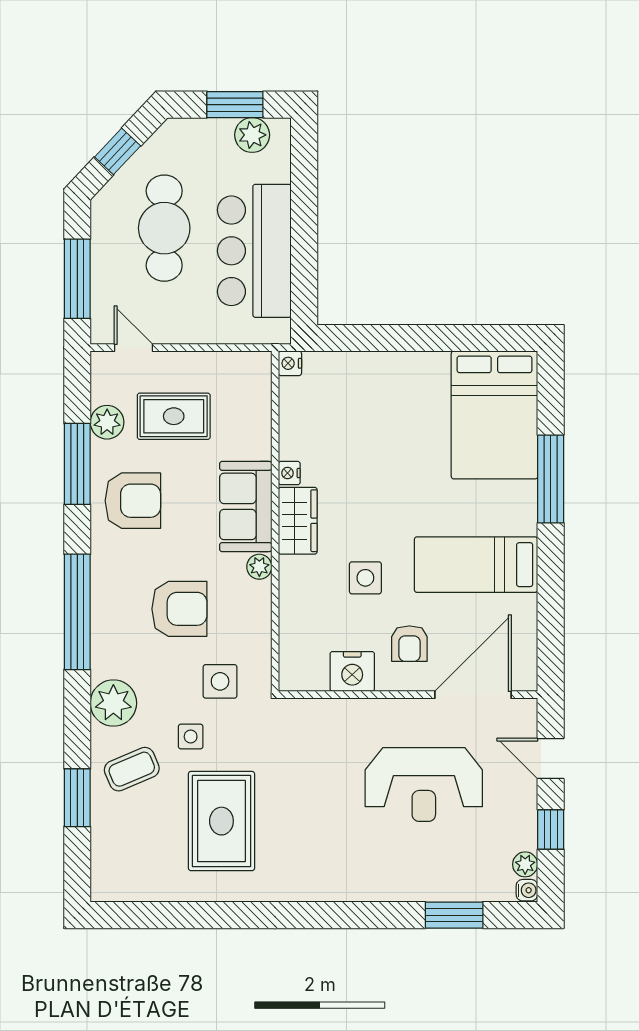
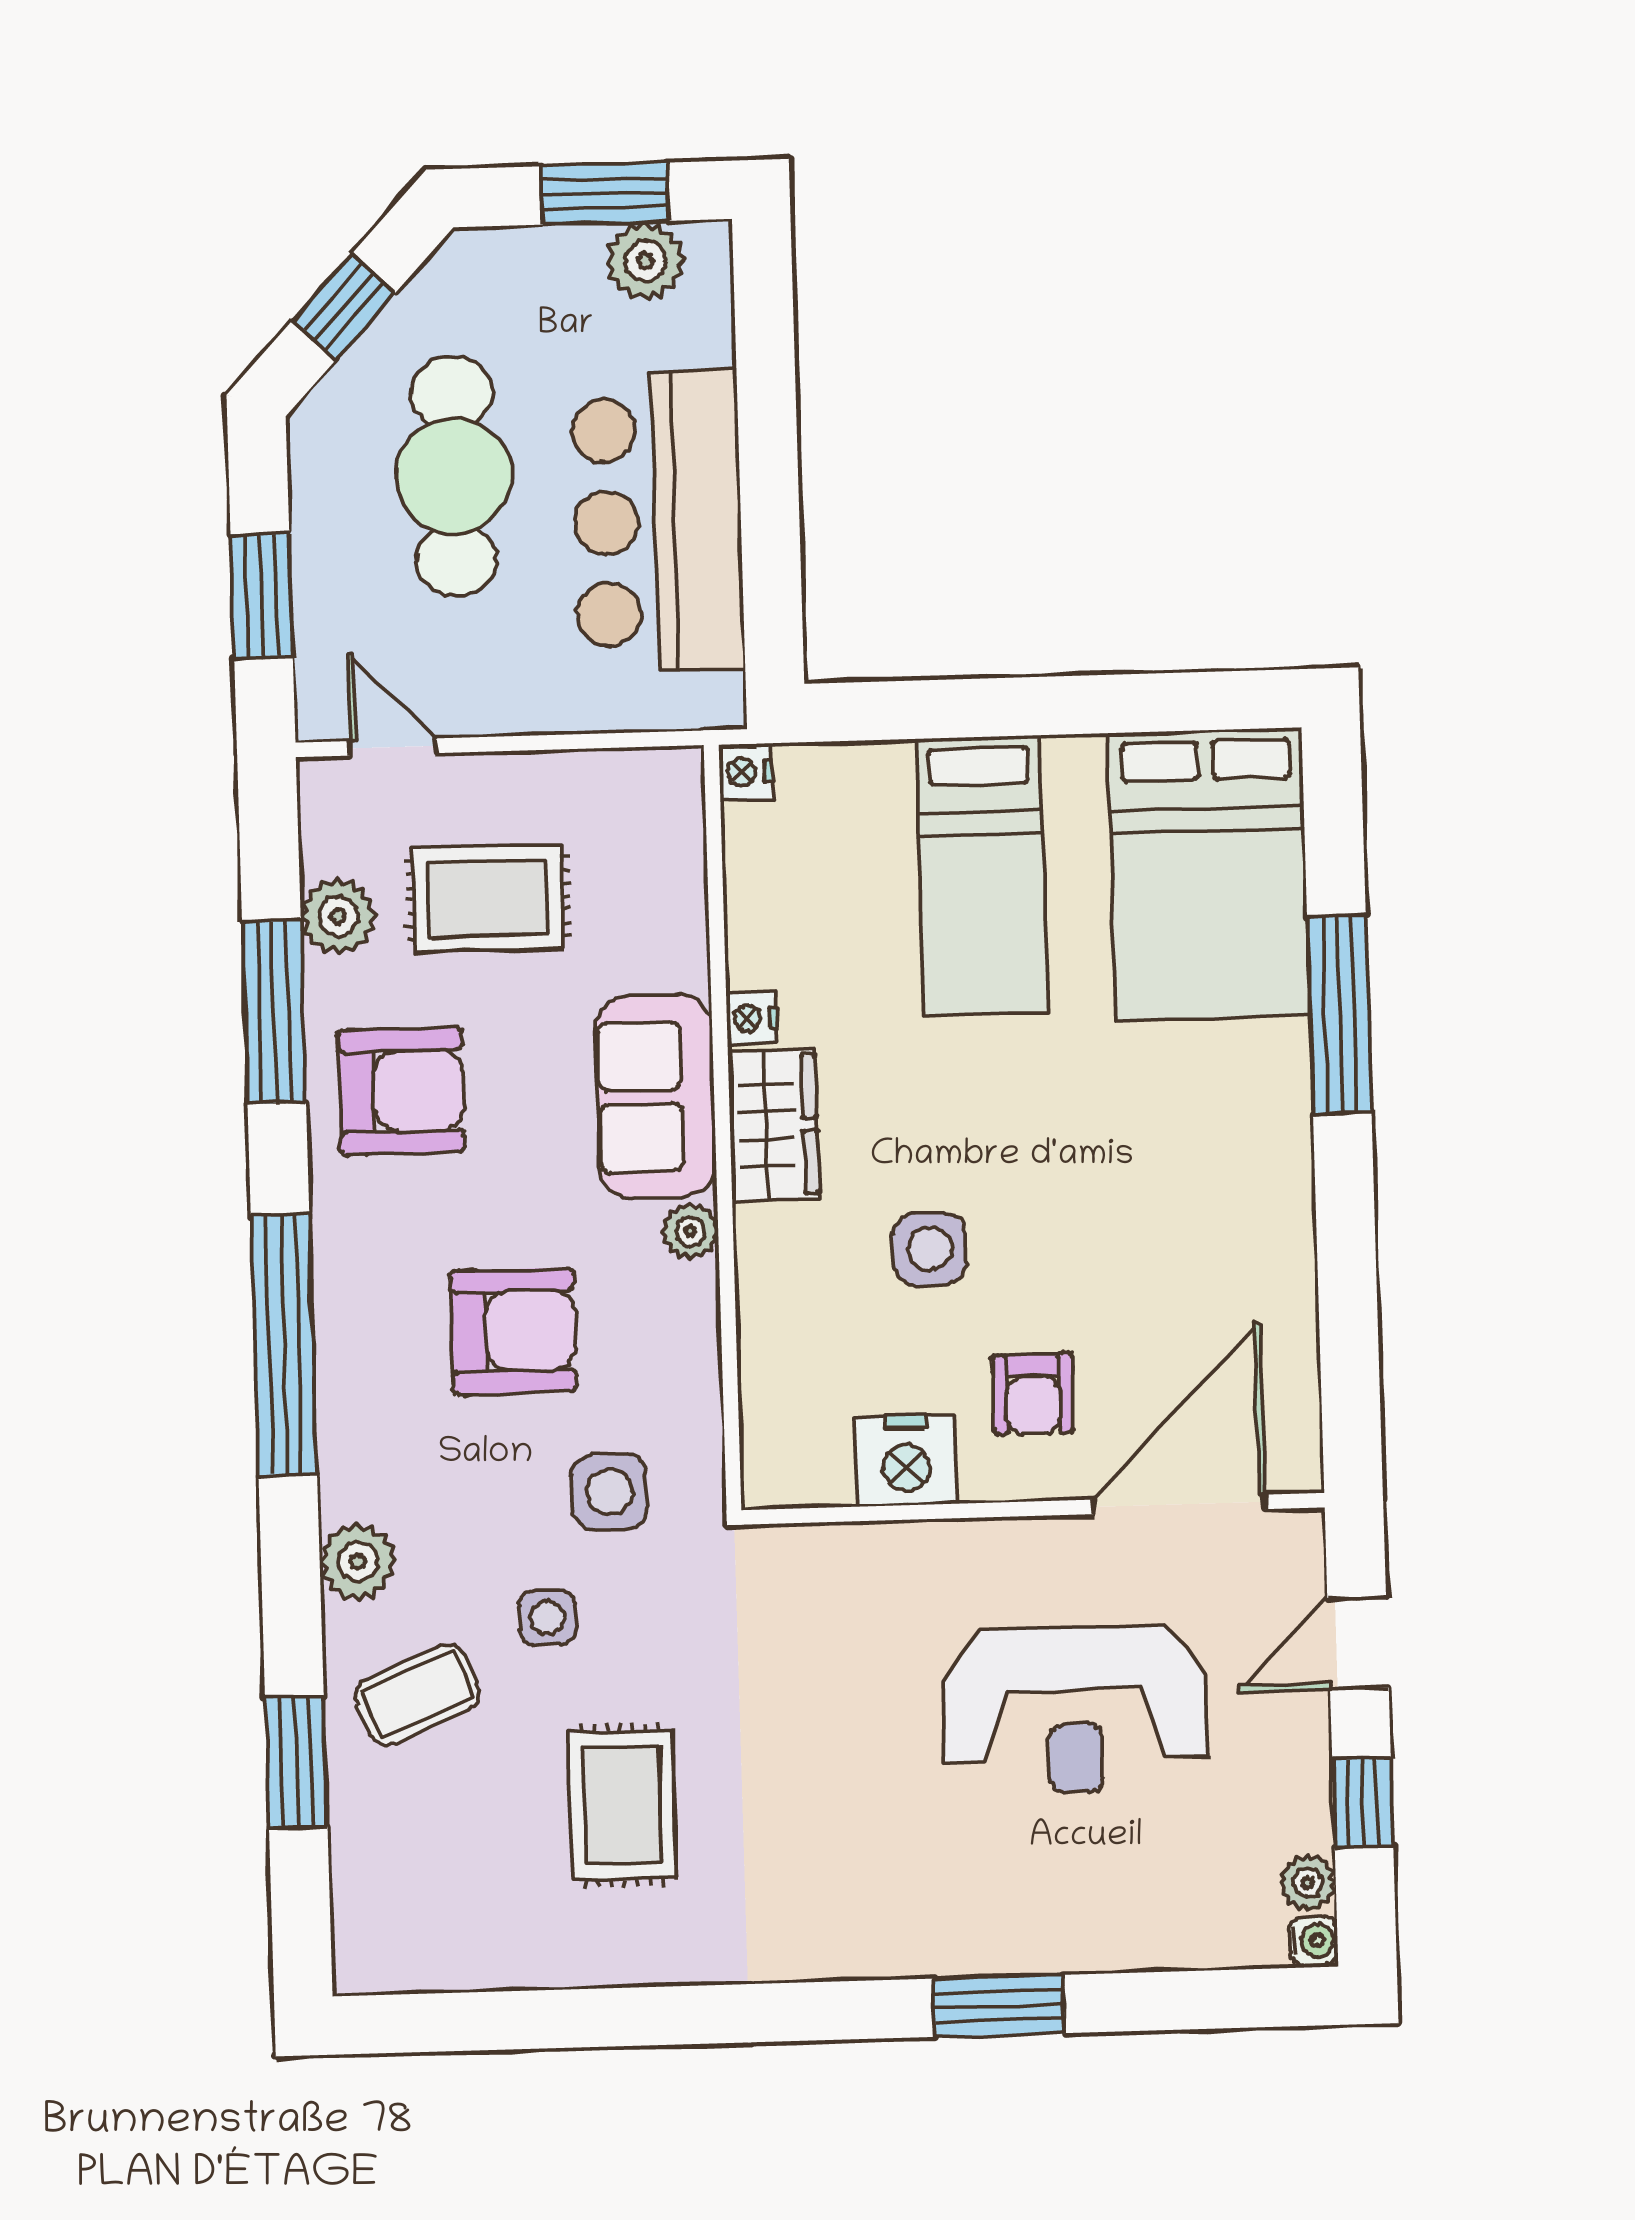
window: (77, 279) -> (262, 596), width x0.69
bed: (476, 565) -> (982, 876), moved, turned -90
plant: (113, 703) -> (358, 1562), width x0.73, depth x0.73
door: (551, 759) -> (1358, 1643), hinge flipped
rug: (221, 821) -> (622, 1805), width x0.73, depth x0.70
window: (454, 915) -> (999, 2006), moved

